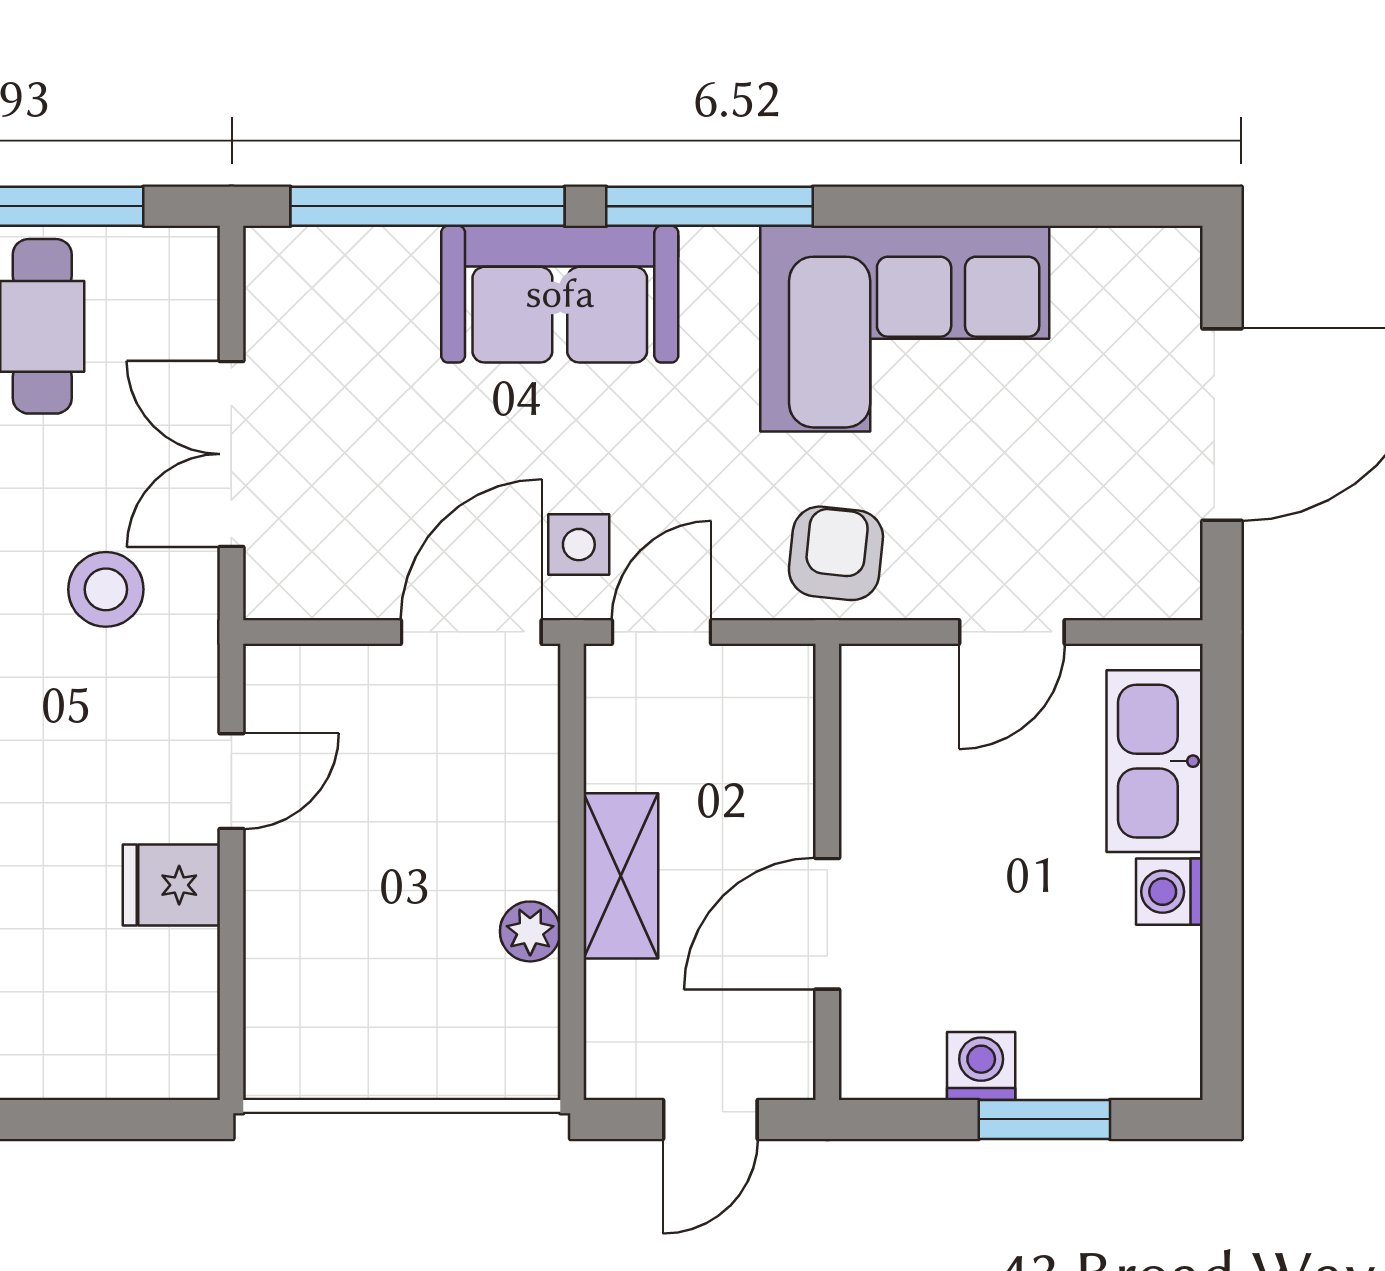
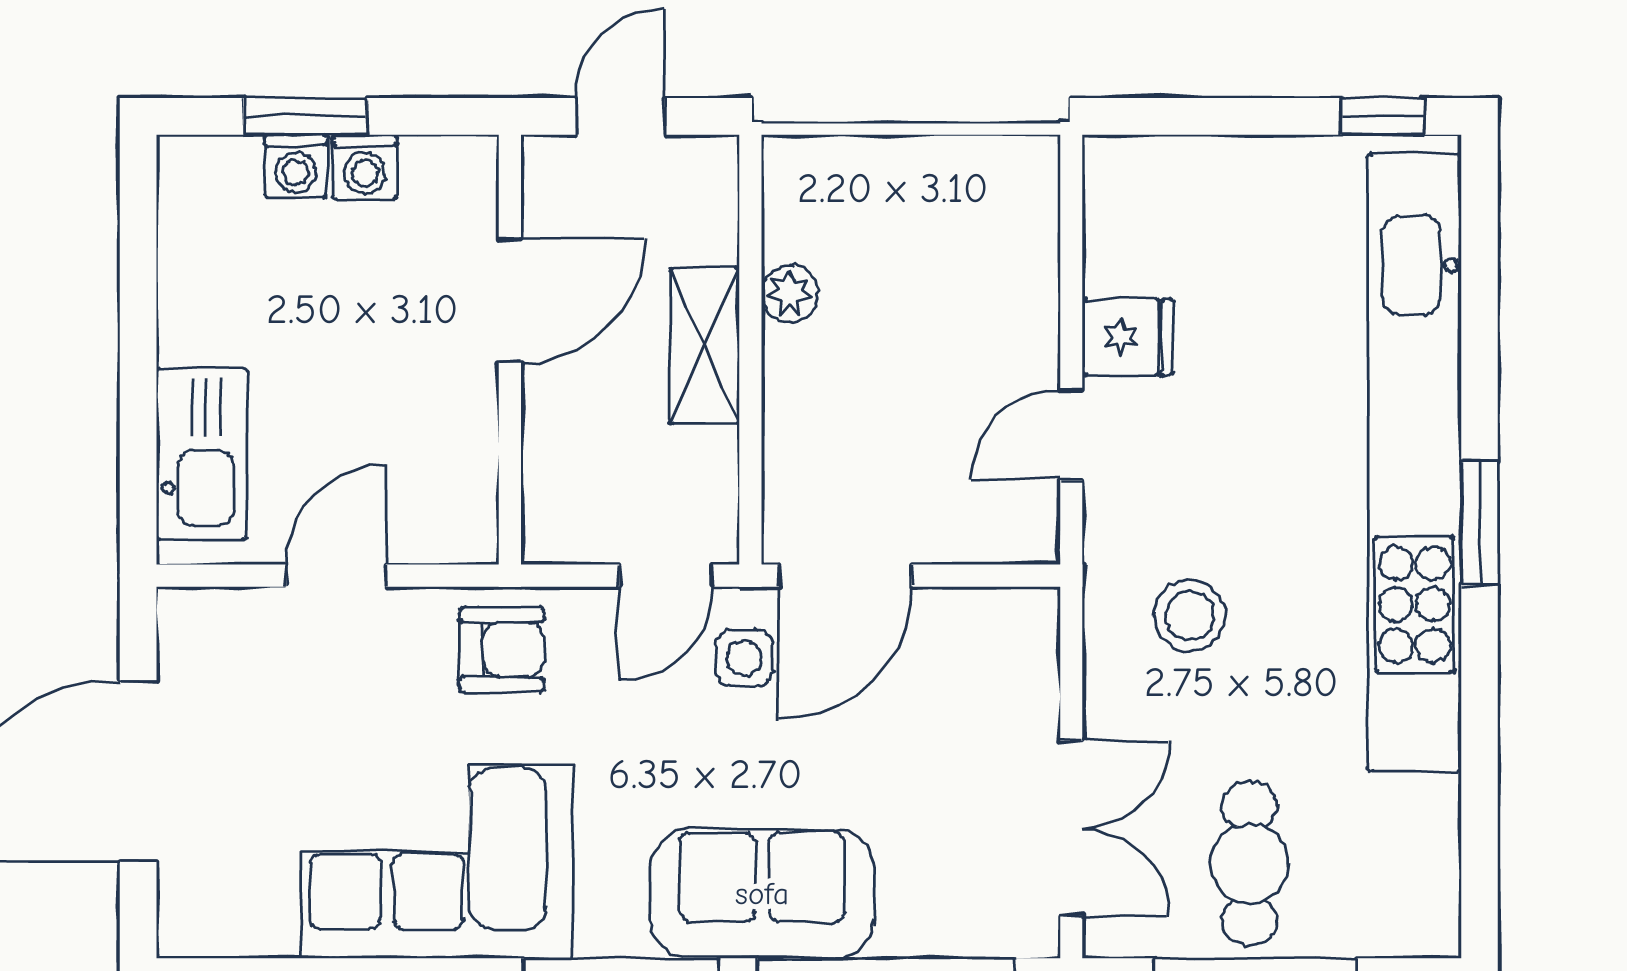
double door: (231, 454) -> (1071, 828), moved
armchair: (836, 553) -> (502, 650), turned -96
washing machine: (1169, 892) -> (296, 166), moved, turned 90

